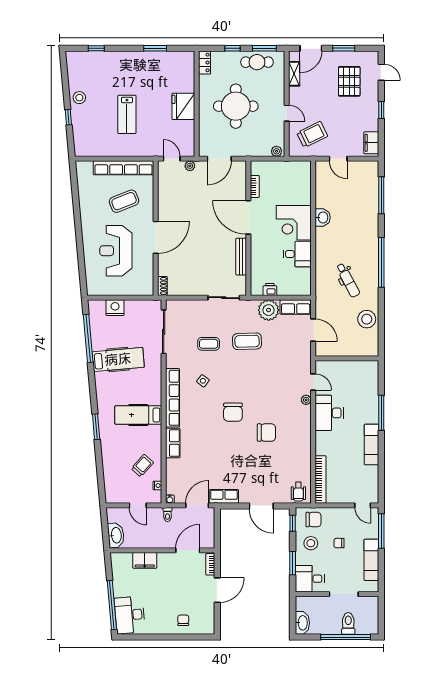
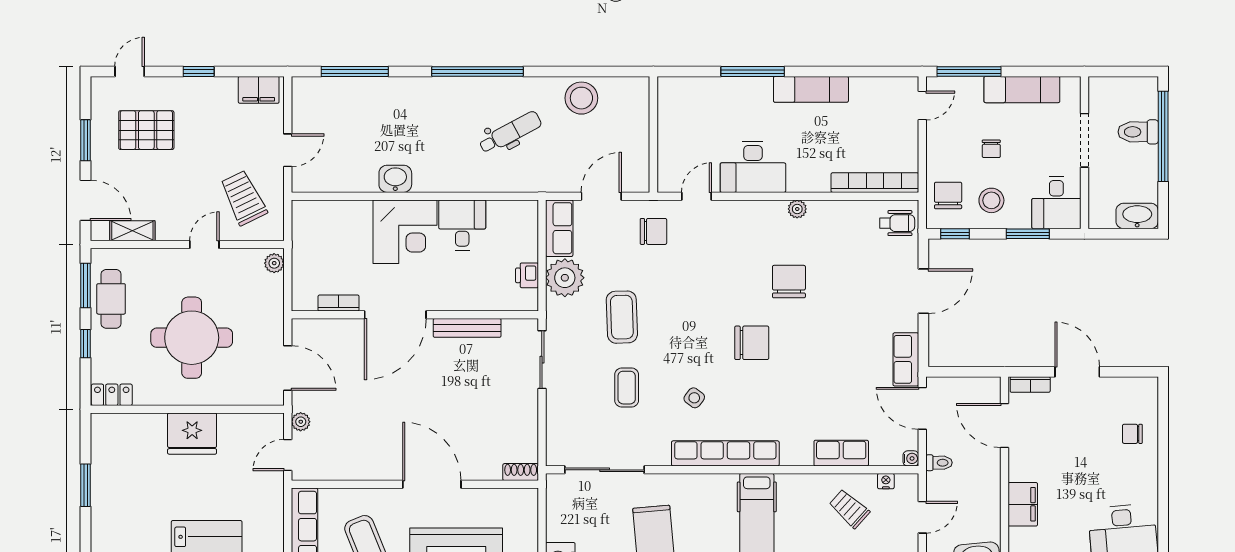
chair: (294, 358) -> (653, 231), added
plant: (306, 400) -> (797, 209), moved
row of seats: (173, 443) -> (841, 453), moved

